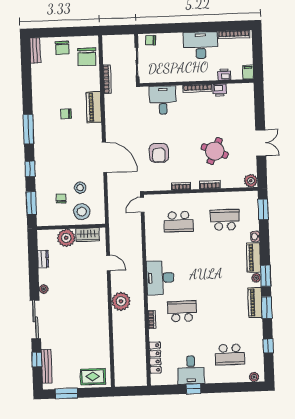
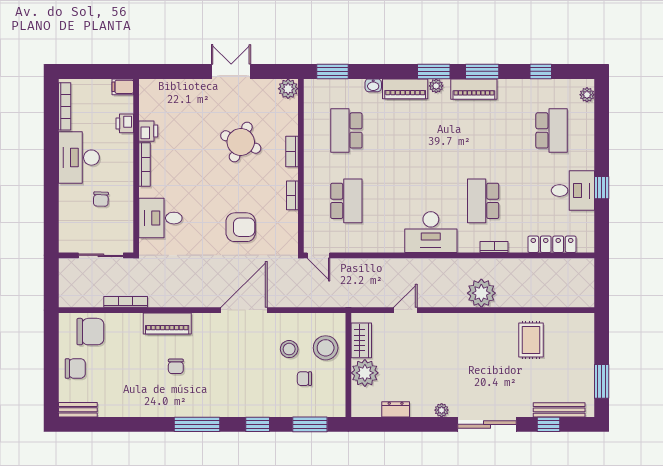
chair: (151, 40) -> (101, 199), moved
plant: (121, 301) -> (481, 293), moved
rug: (93, 377) -> (531, 340), moved

